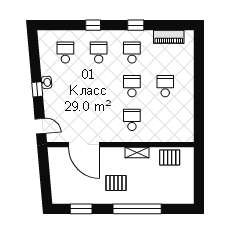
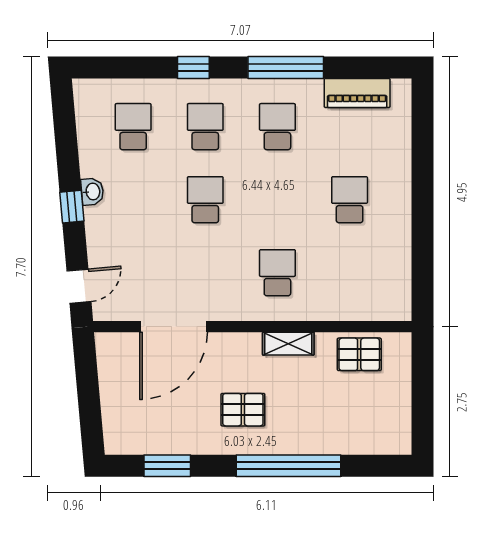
window: (136, 25) -> (286, 67), width x2.17
school desk: (132, 86) -> (205, 200), moved
door: (40, 126) -> (79, 286), hinge flipped
door: (84, 145) -> (174, 327), hinge flipped

